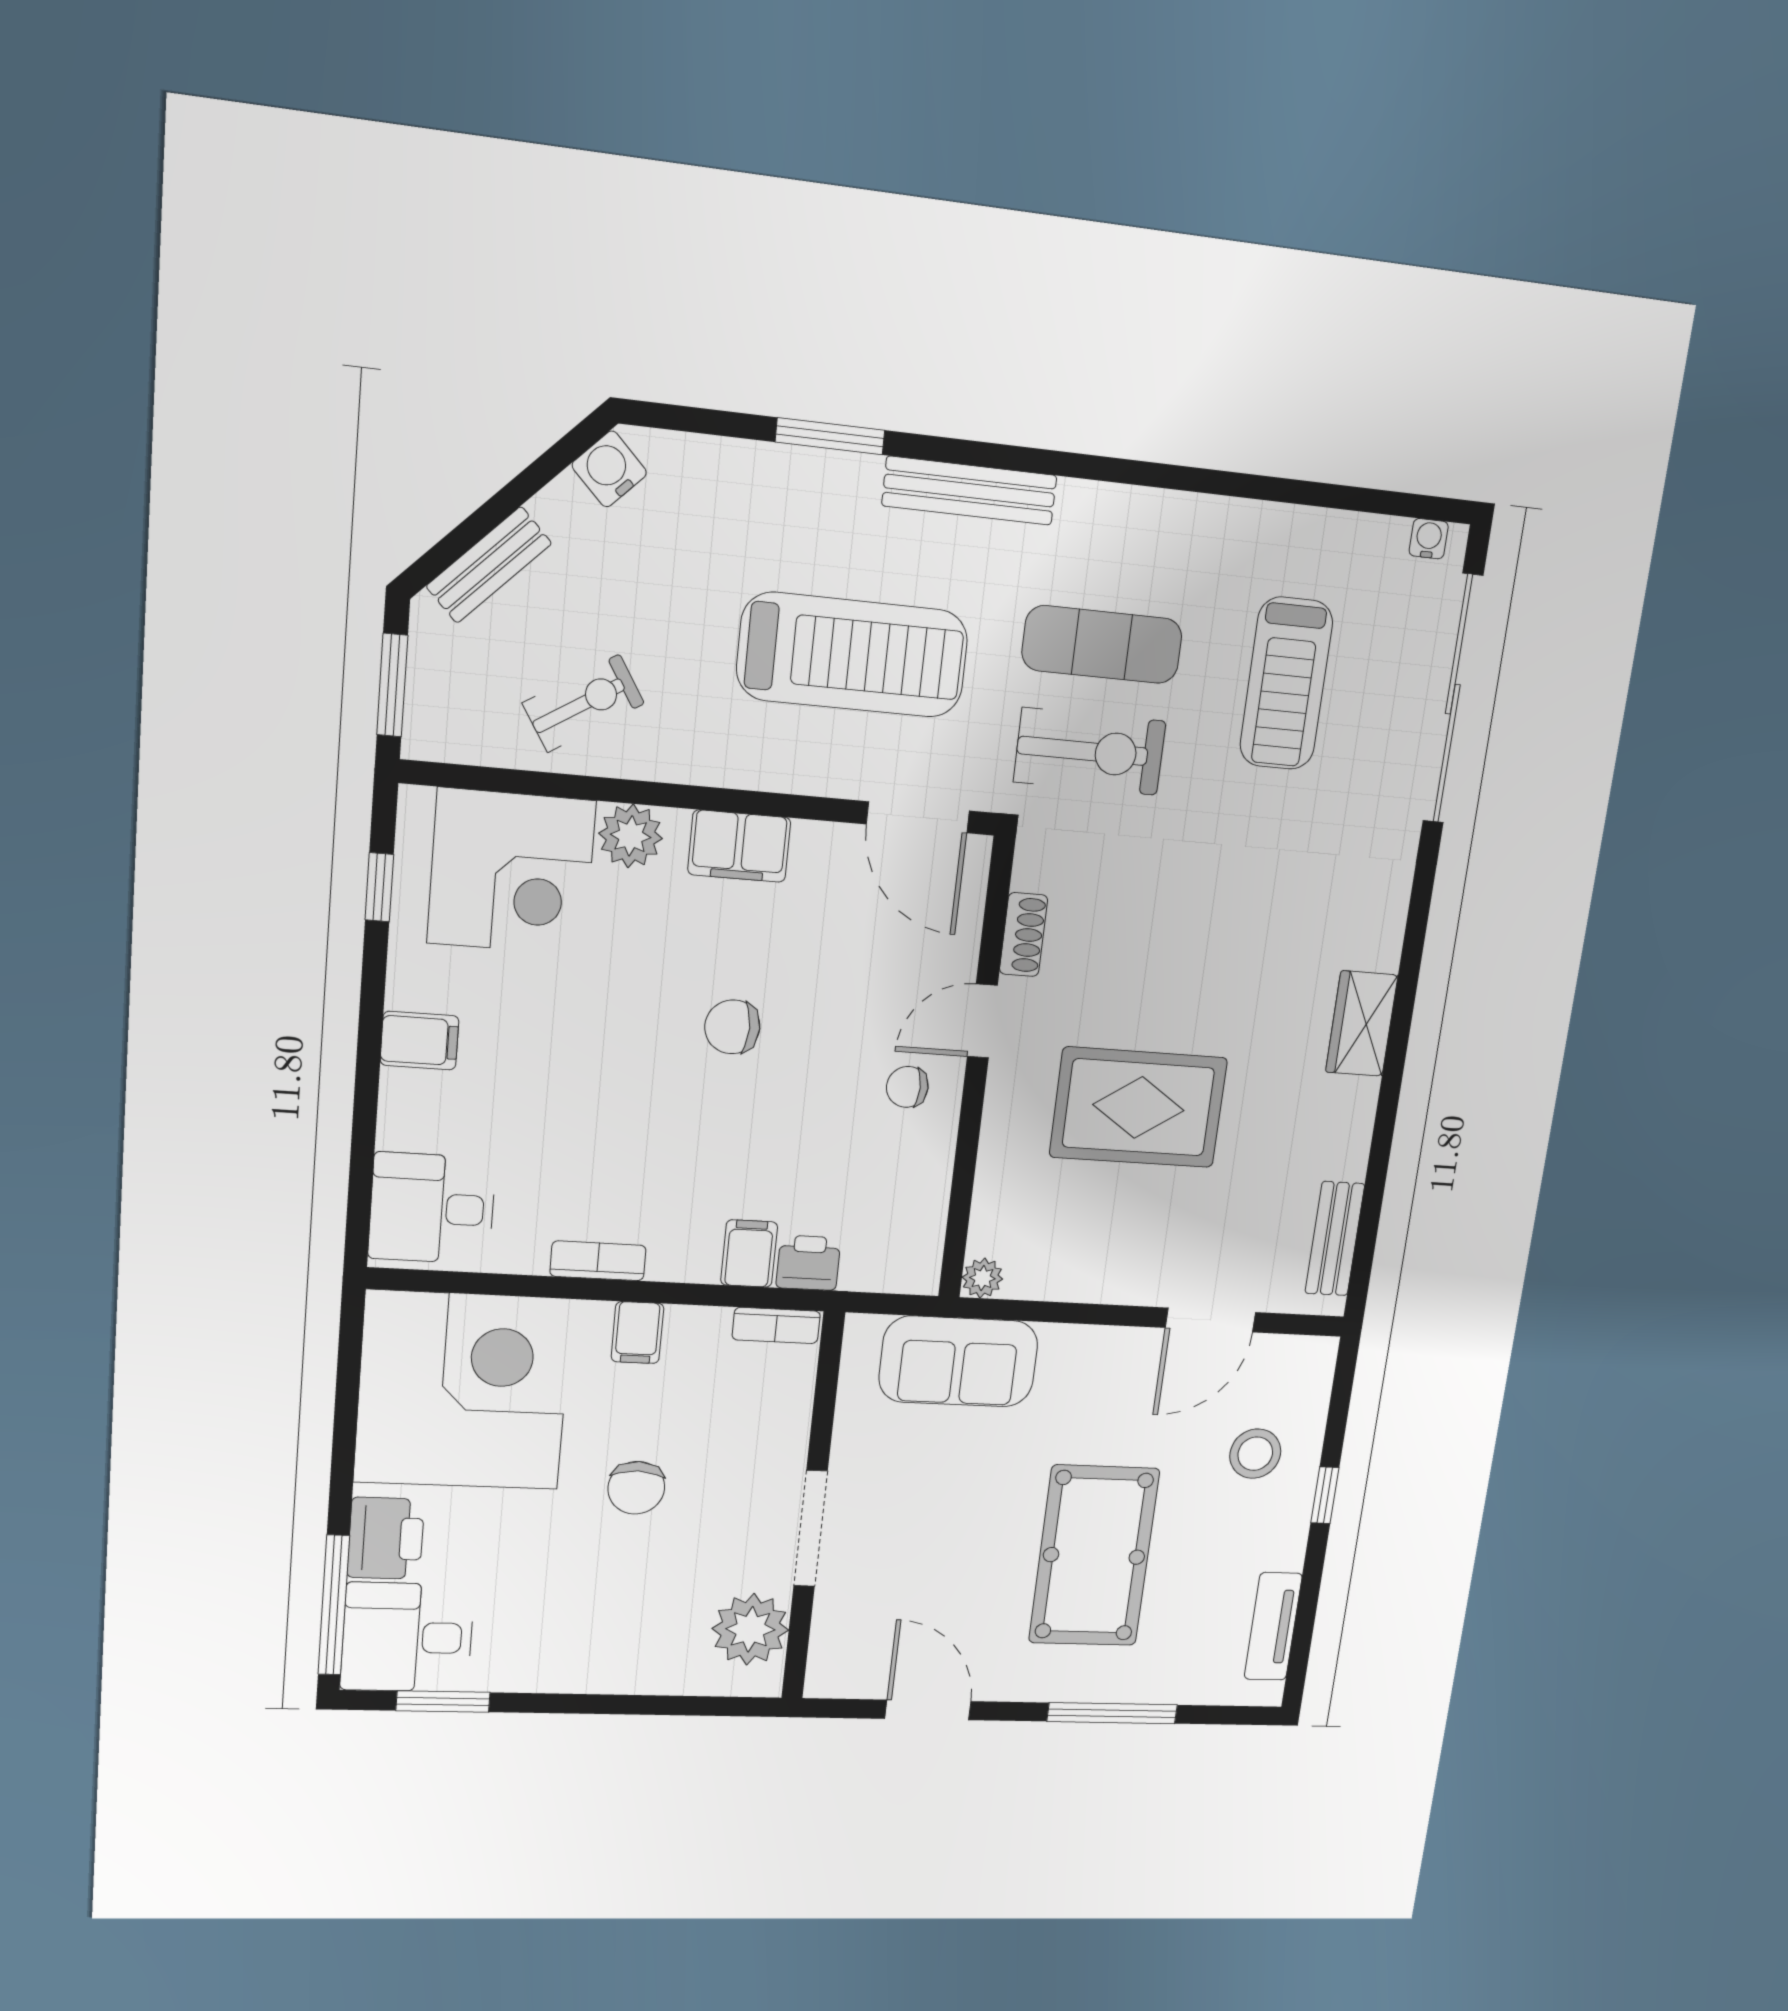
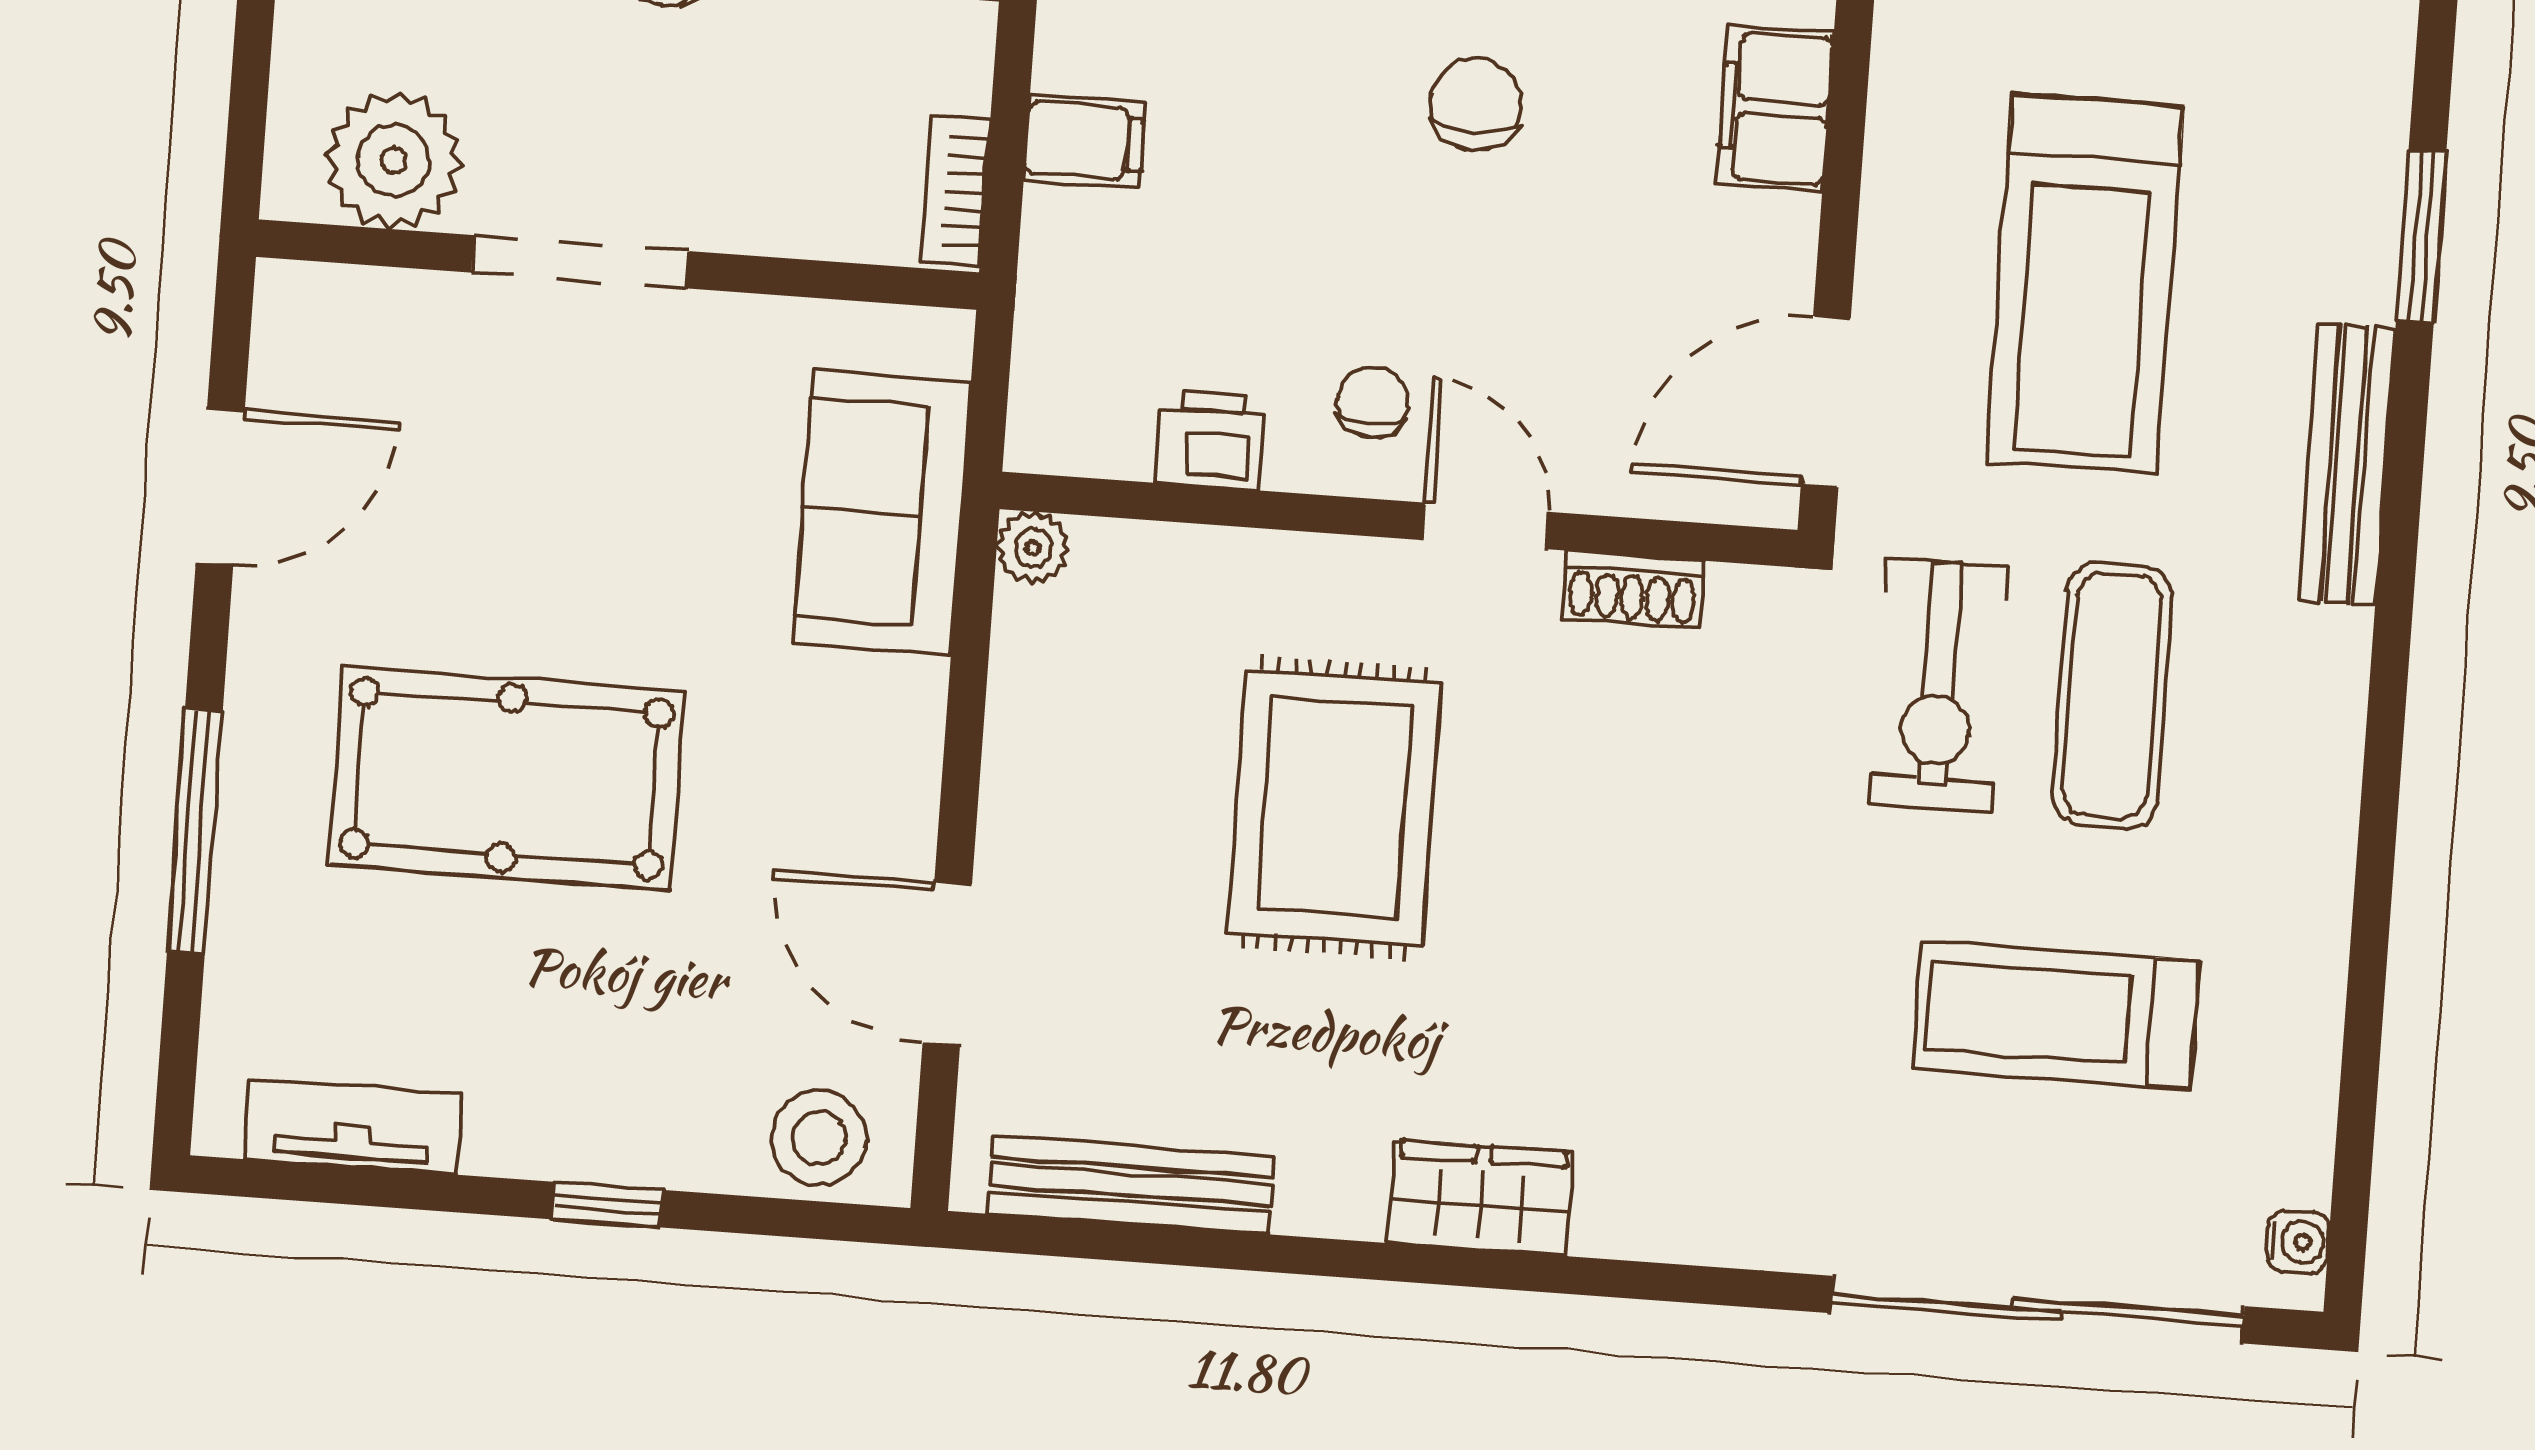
bench: (1335, 1239) -> (1131, 1185), width x1.36
printer: (808, 1263) -> (1209, 439), moved, turned -90
stool: (1255, 1454) -> (819, 1138), moved

